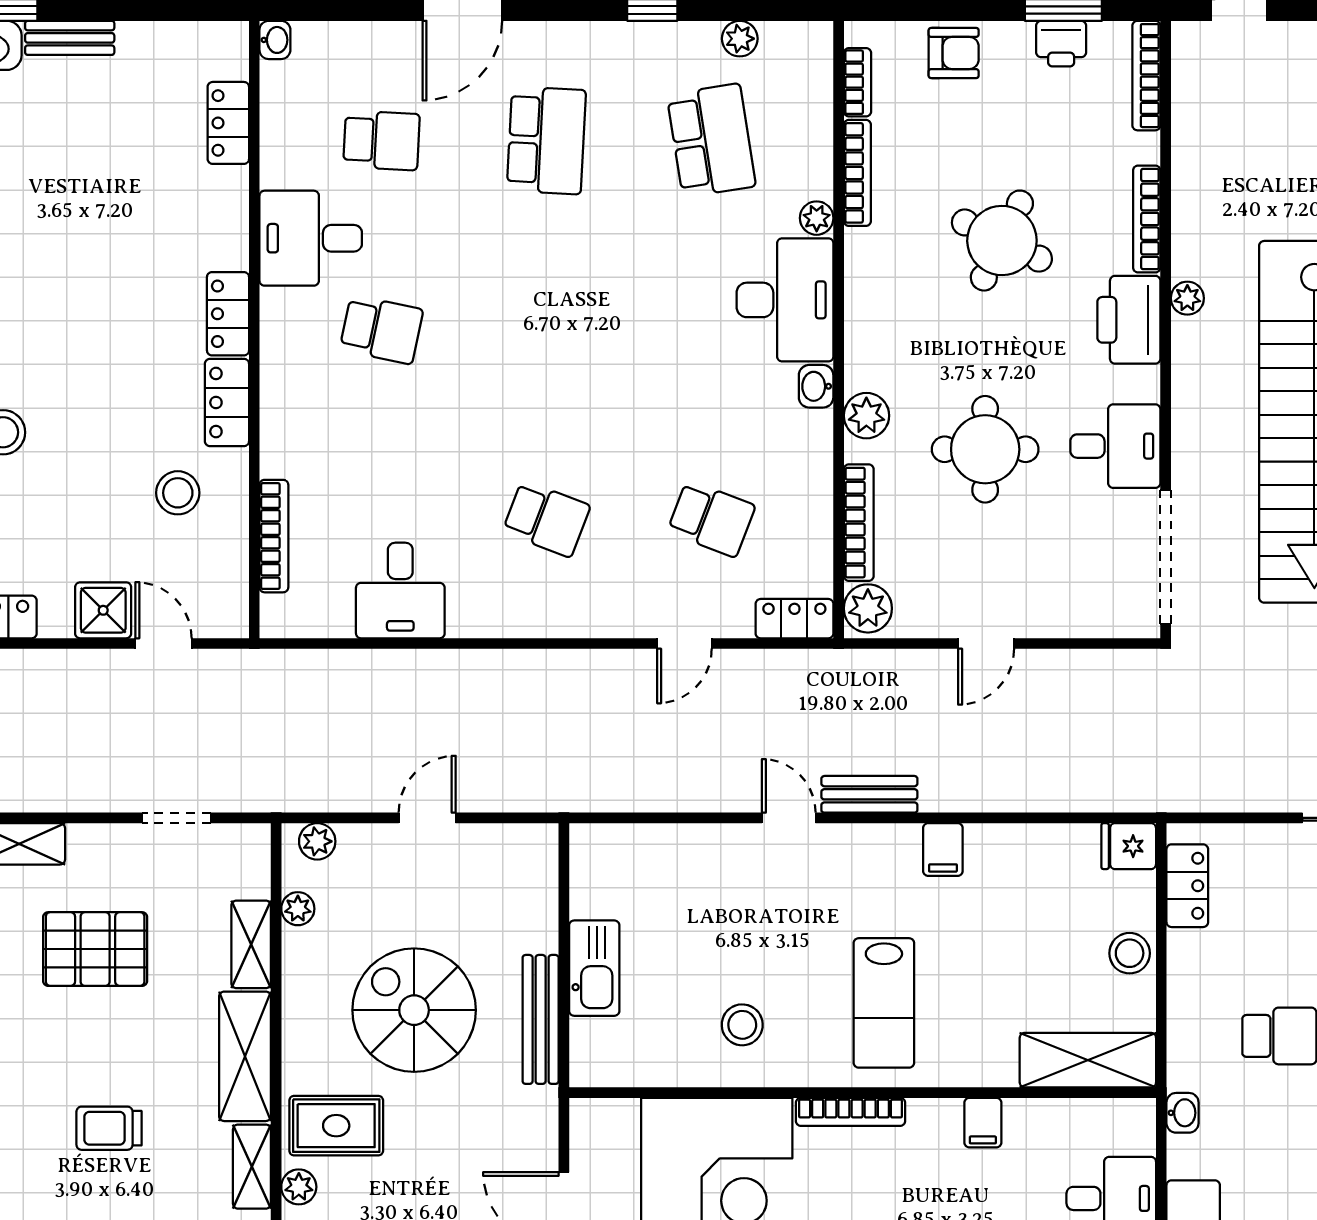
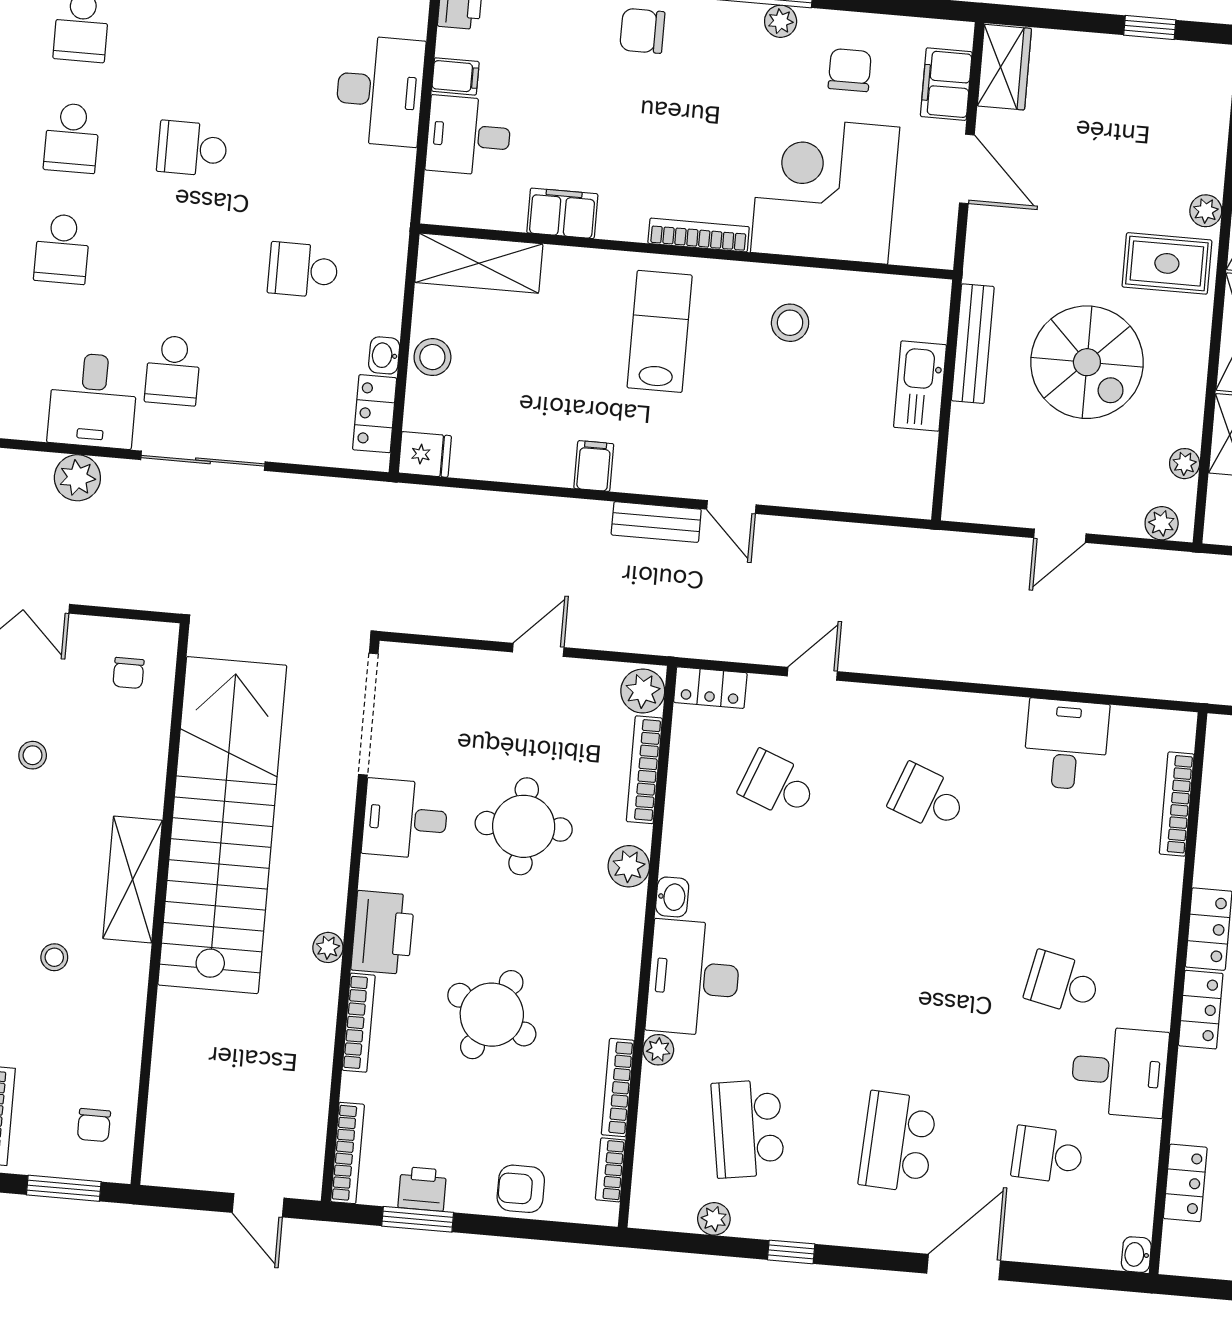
washbasin: (1183, 1113) -> (384, 355), moved
filing cabinet: (983, 1123) -> (562, 213), width x2.00

